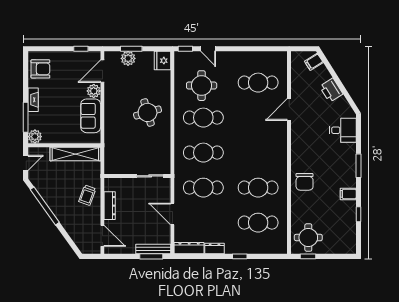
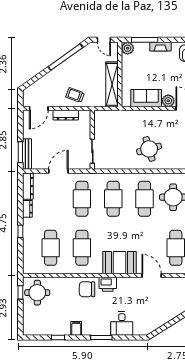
printer: (331, 90) -> (108, 284), moved, turned -148
desk: (343, 130) -> (122, 324), moved
booth: (275, 145) -> (120, 263), added

